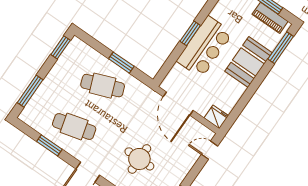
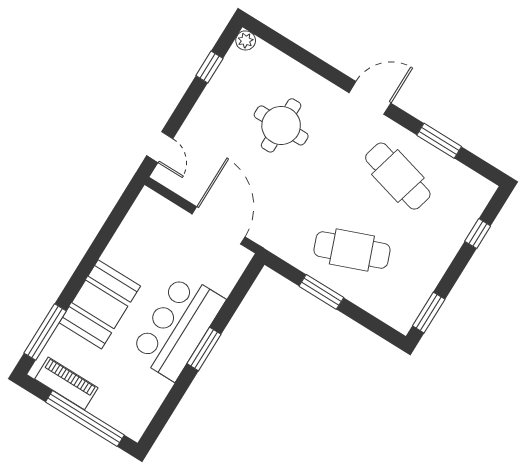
window: (30, 91) -> (478, 234), width x0.46
fridge: (216, 117) -> (151, 206), removed
cafe table: (74, 126) -> (398, 176), turned 30
door: (210, 150) -> (160, 147), hinge flipped

